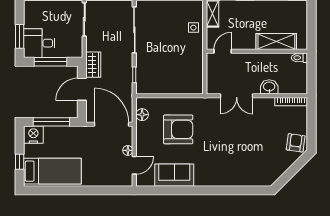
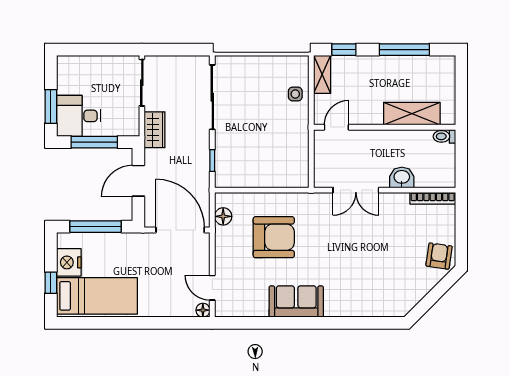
wardrobe: (93, 65) -> (155, 130), moved
nightstand: (33, 135) -> (69, 262), moved, turned -90
floor lamp: (128, 150) -> (203, 310), moved
door: (134, 165) -> (212, 288), swing flipped
sofa: (174, 175) -> (296, 302), moved

